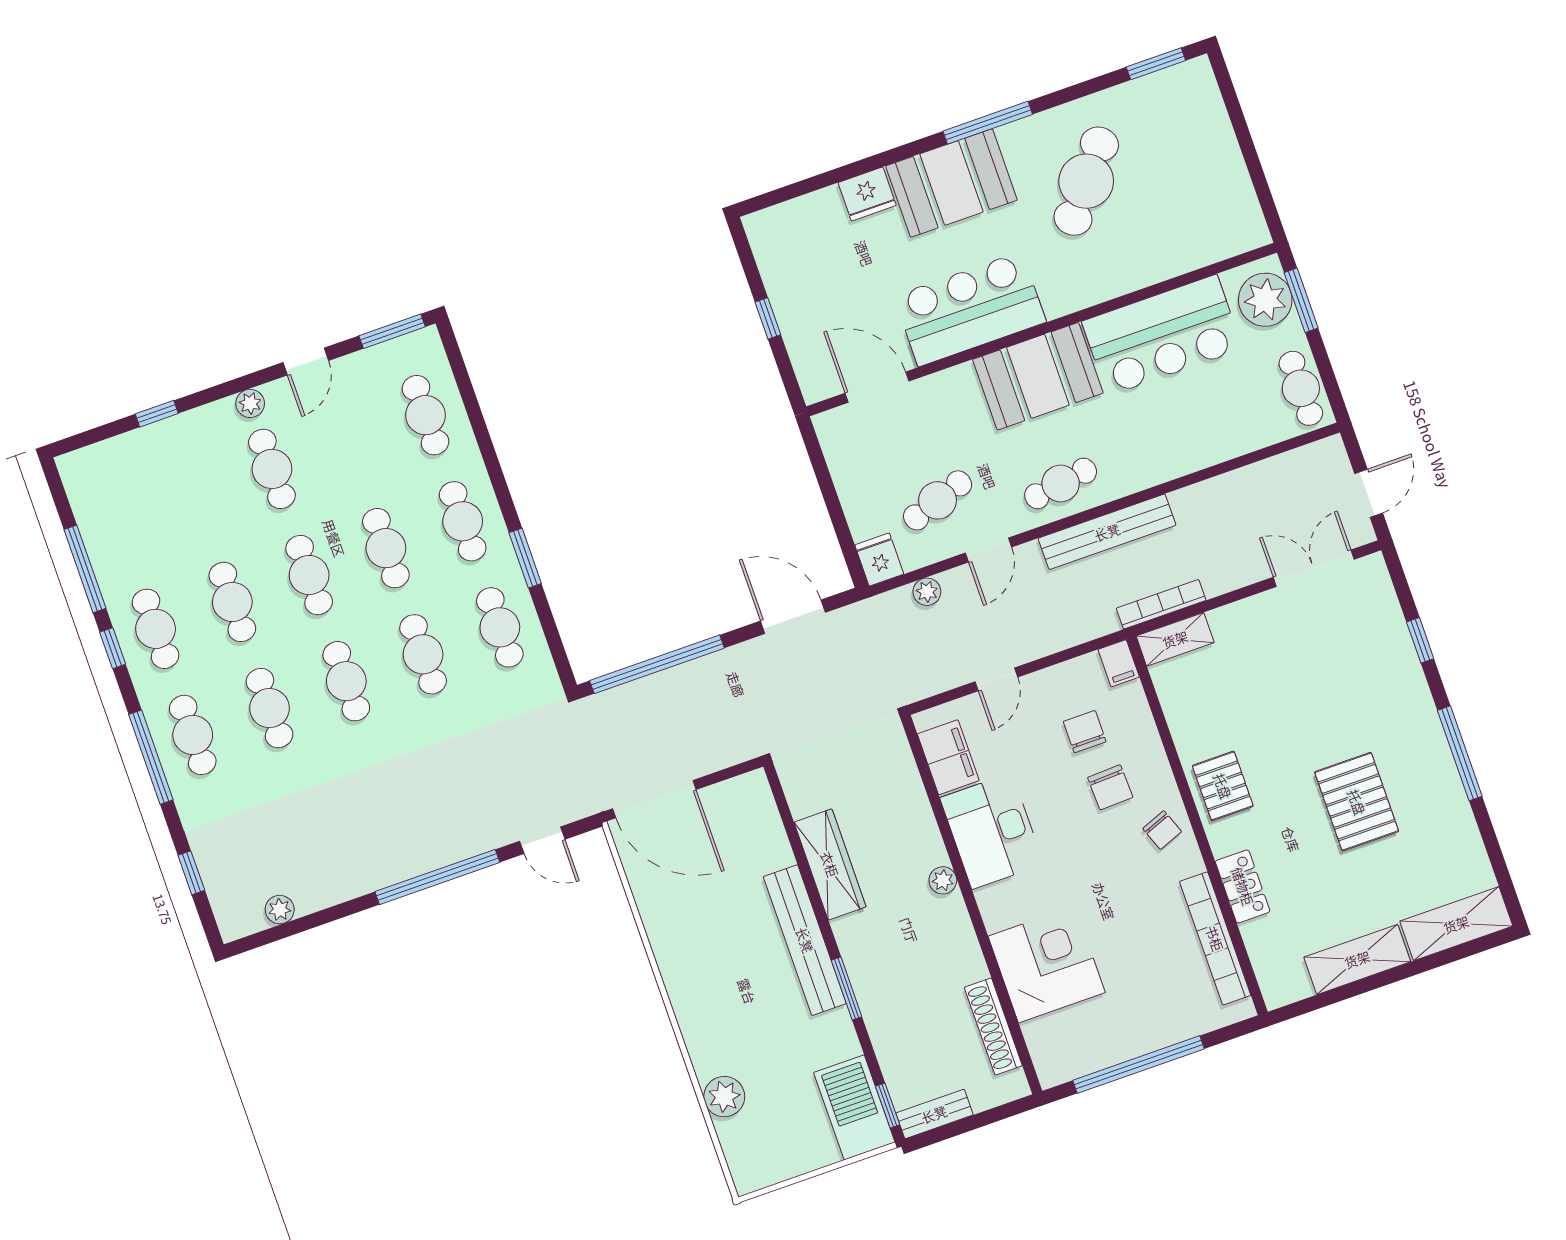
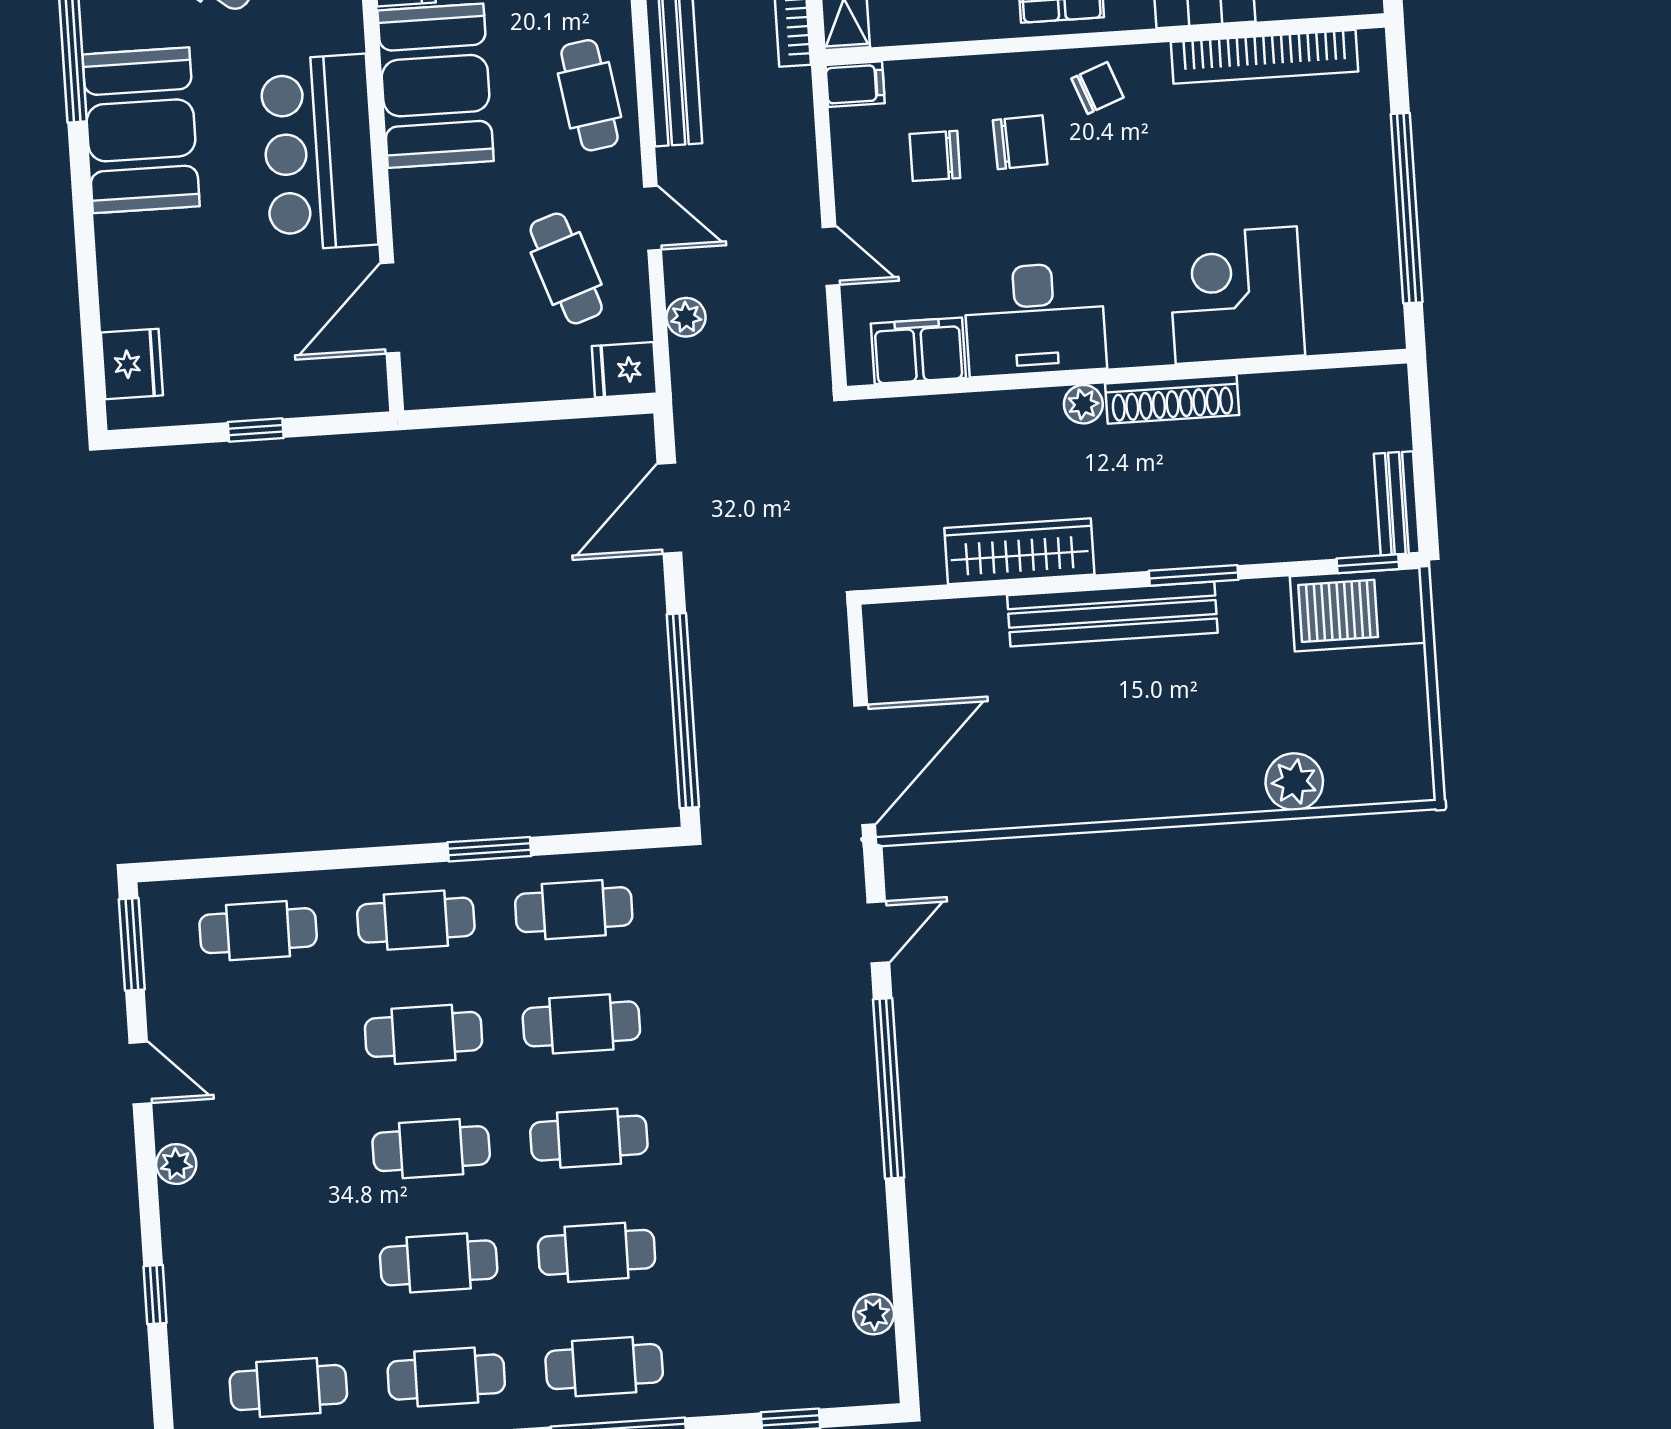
fridge: (867, 194) -> (132, 364), moved
cafe table: (272, 469) -> (288, 1388), moved
shoe rack: (993, 1026) -> (1172, 399), moved

